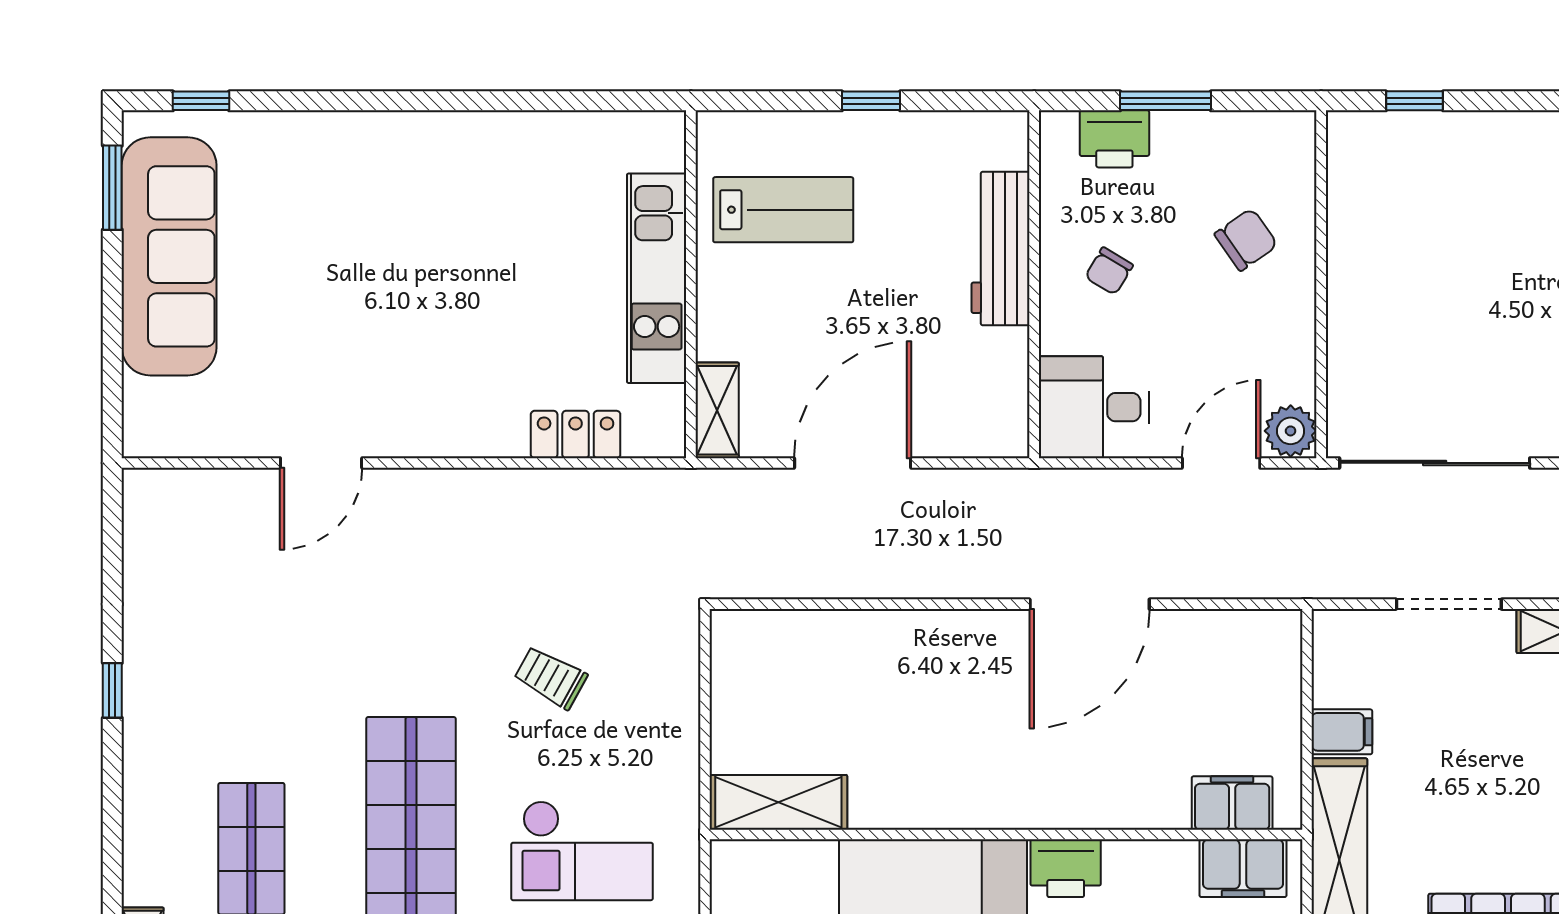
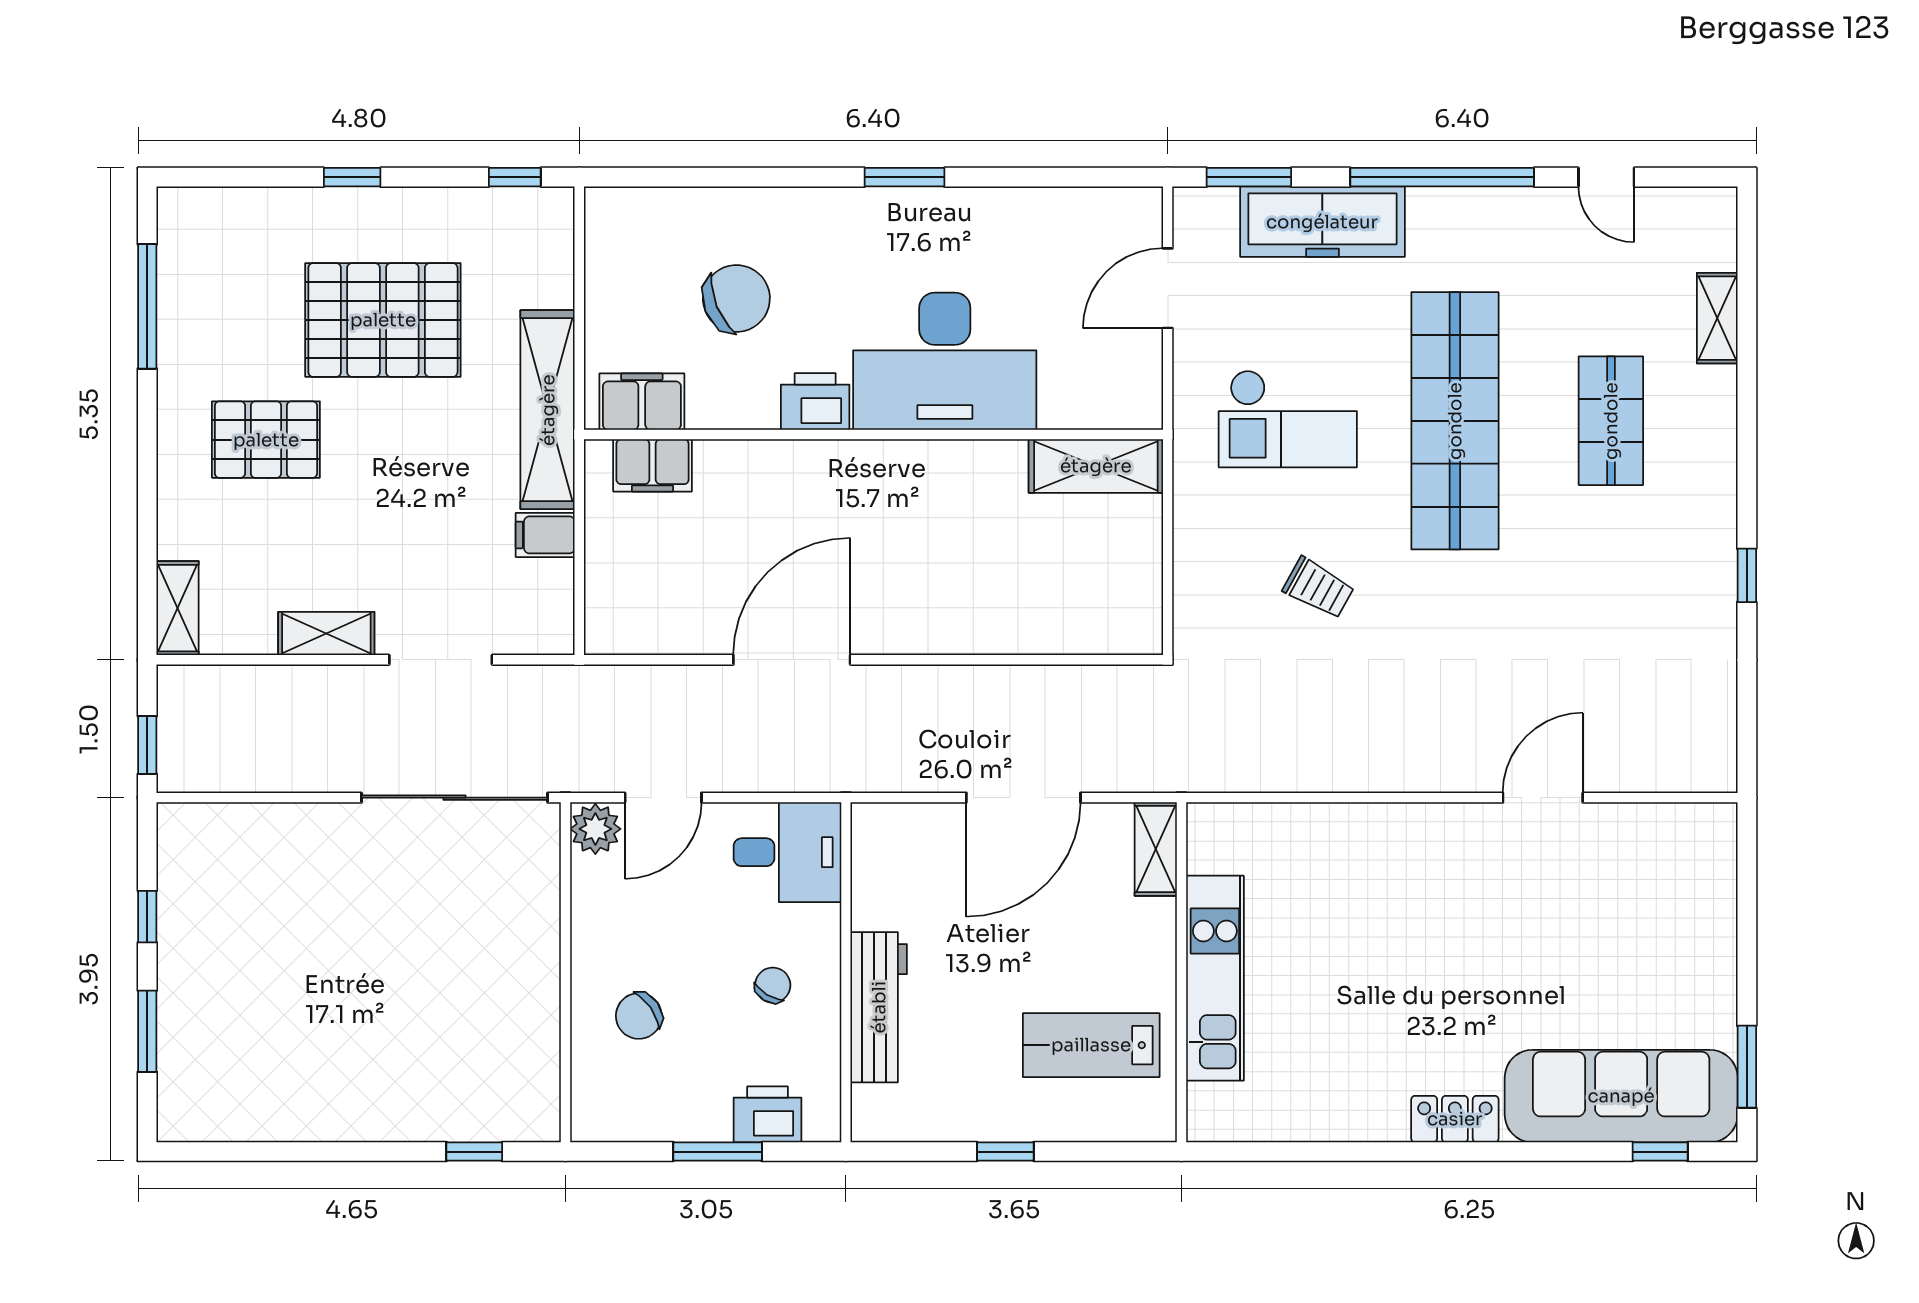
sofa: (169, 256) -> (1621, 1096), moved, turned 90
locker: (576, 434) -> (1455, 1119), moved, turned 180
checkout: (582, 851) -> (1288, 419), turned 180

